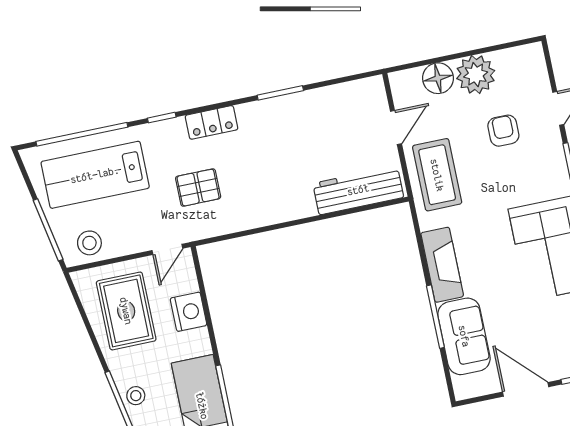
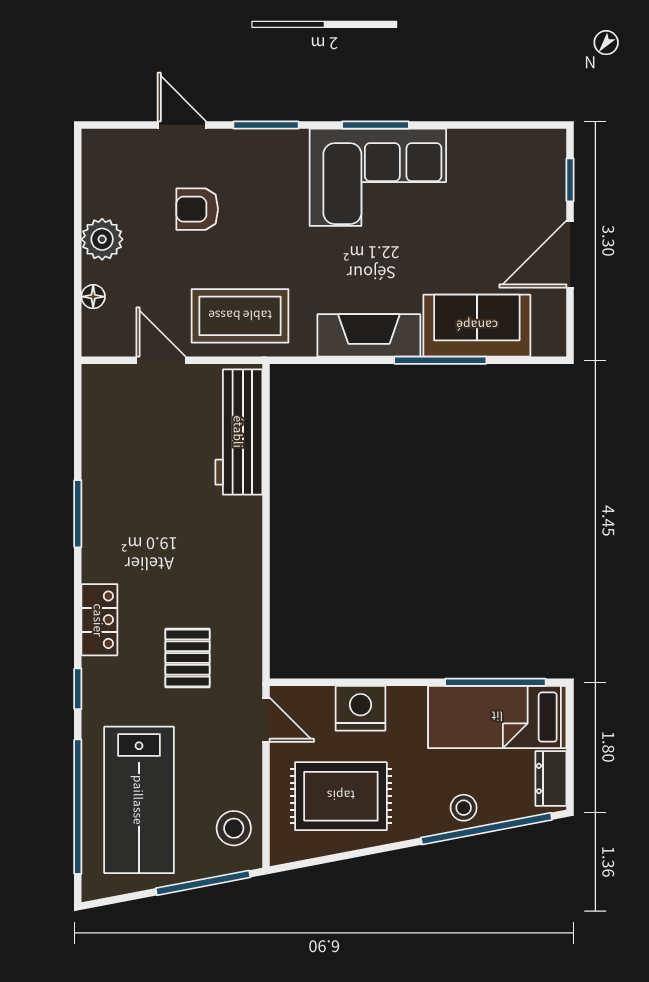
plant: (476, 75) -> (102, 239), width x0.73, depth x0.73
floor lamp: (438, 78) -> (93, 297), width x0.53, depth x0.53

